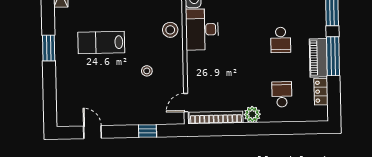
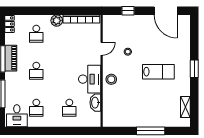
school desk: (281, 40) -> (36, 71), turned 180
locker: (321, 92) -> (10, 24), moved
door: (186, 103) -> (102, 49), moved
door: (93, 132) -> (166, 11), width x1.88

